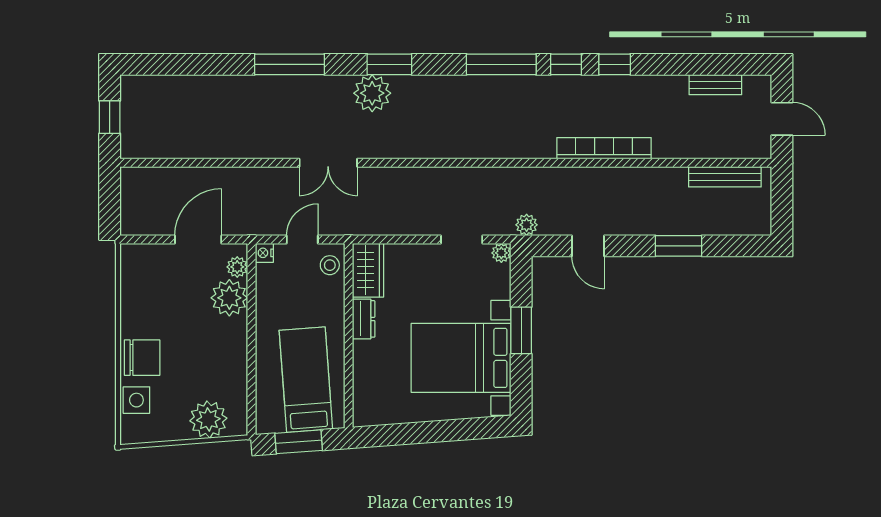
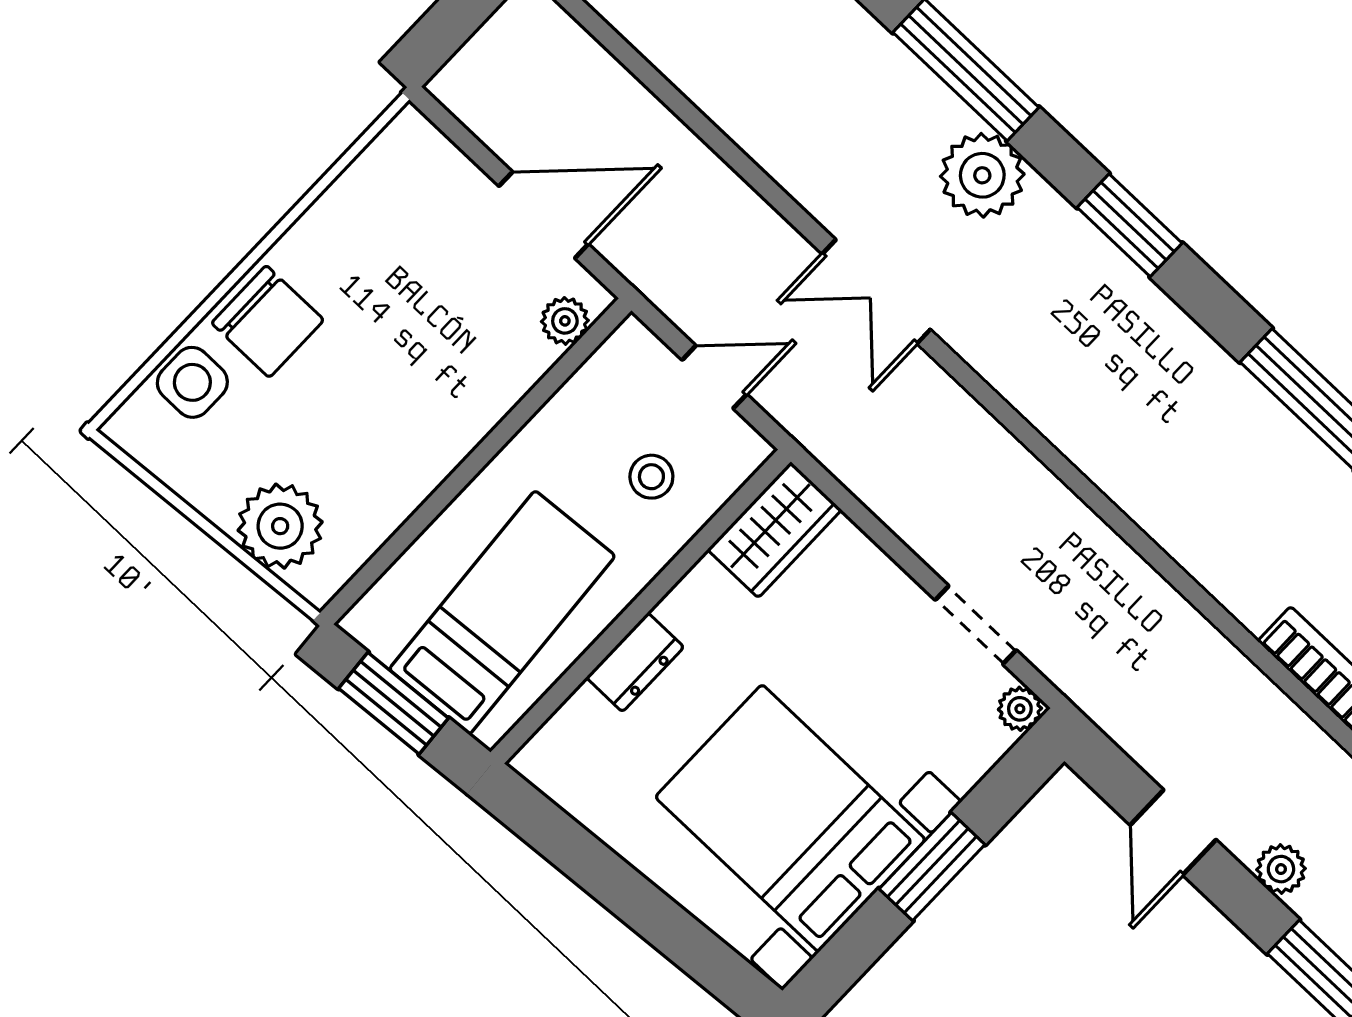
plant: (372, 93) -> (982, 175), moved
plant: (527, 225) -> (1281, 869), moved
nightstand: (264, 253) -> (631, 340), removed
stool: (330, 265) -> (651, 477), moved
plant: (229, 298) -> (504, 359), removed
dresser: (364, 319) -> (635, 662), moved

